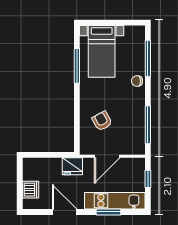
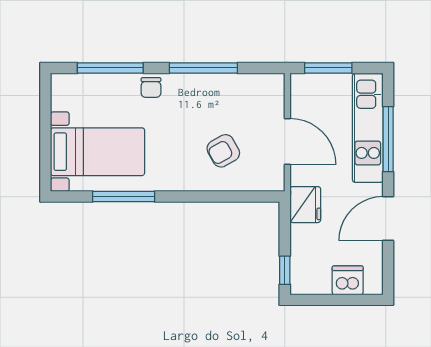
window: (148, 125) -> (203, 68), moved
window: (36, 155) -> (285, 270), added
window: (148, 179) -> (328, 68), width x1.50
window: (109, 212) -> (388, 139), width x1.44

